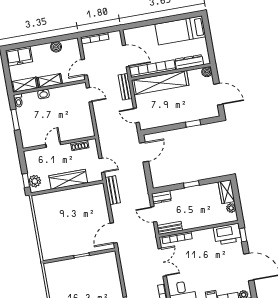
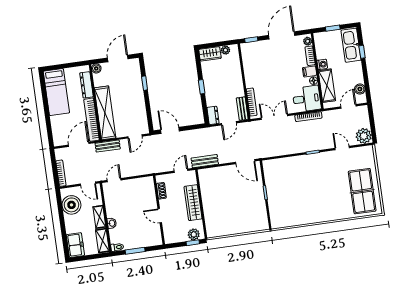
boiler: (56, 47) -> (71, 205), width x1.86, depth x1.86
printer: (227, 234) -> (250, 55), removed

